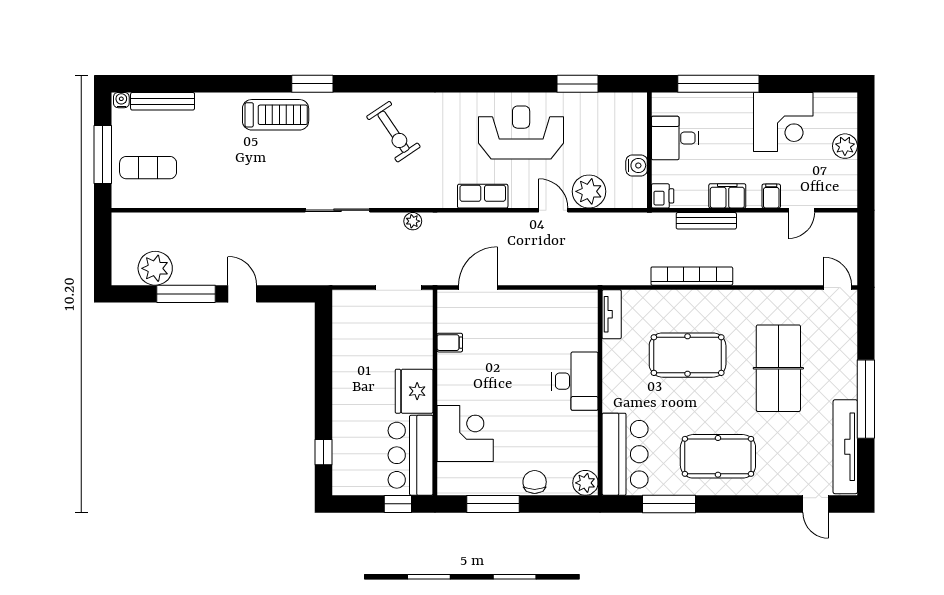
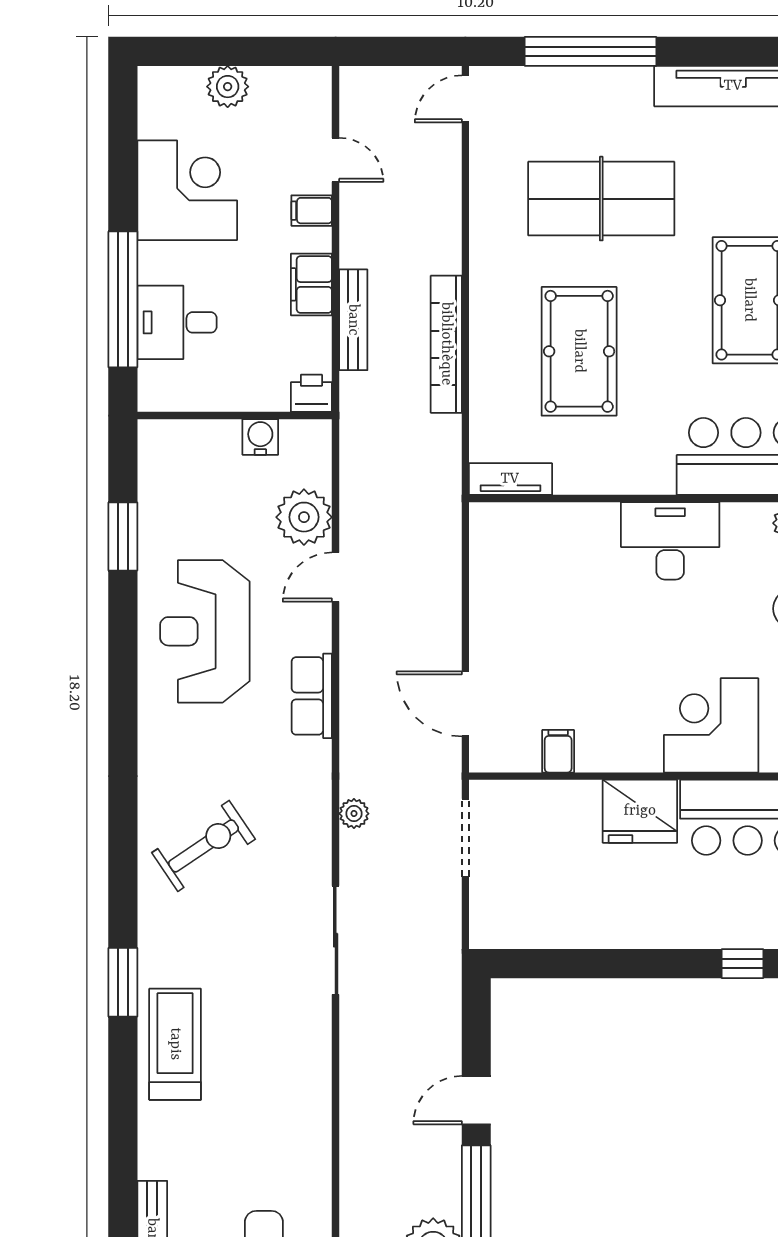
desk: (675, 138) -> (177, 322), moved, turned 90
desk: (575, 381) -> (670, 541), moved
window: (866, 399) -> (591, 51), moved

